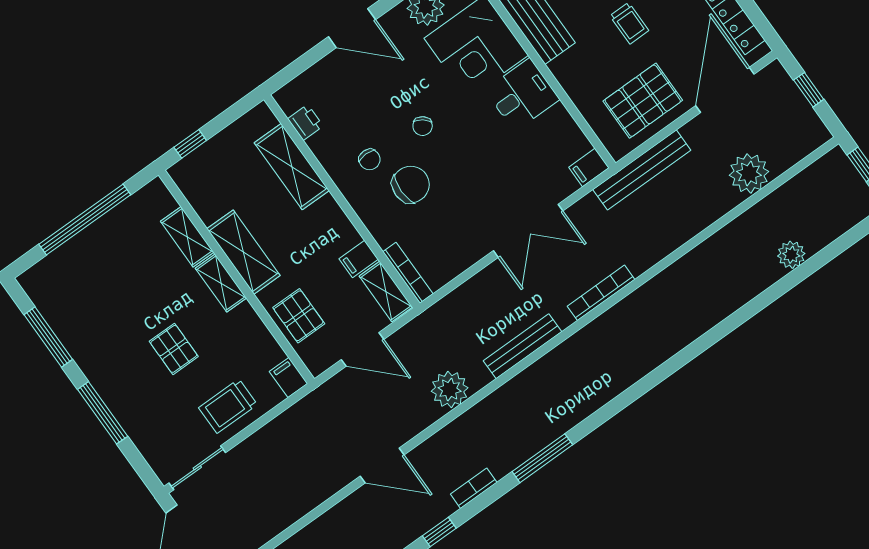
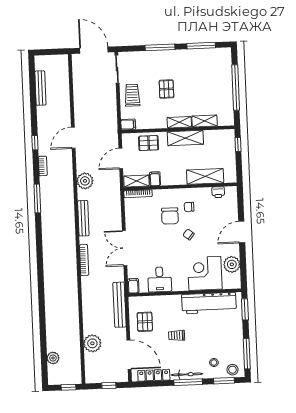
desk: (522, 95) -> (160, 279), moved
pallet: (643, 101) -> (145, 322), width x0.67, depth x0.71
plant: (791, 255) -> (53, 358), moved
pallet: (174, 349) -> (166, 89), turned 90

